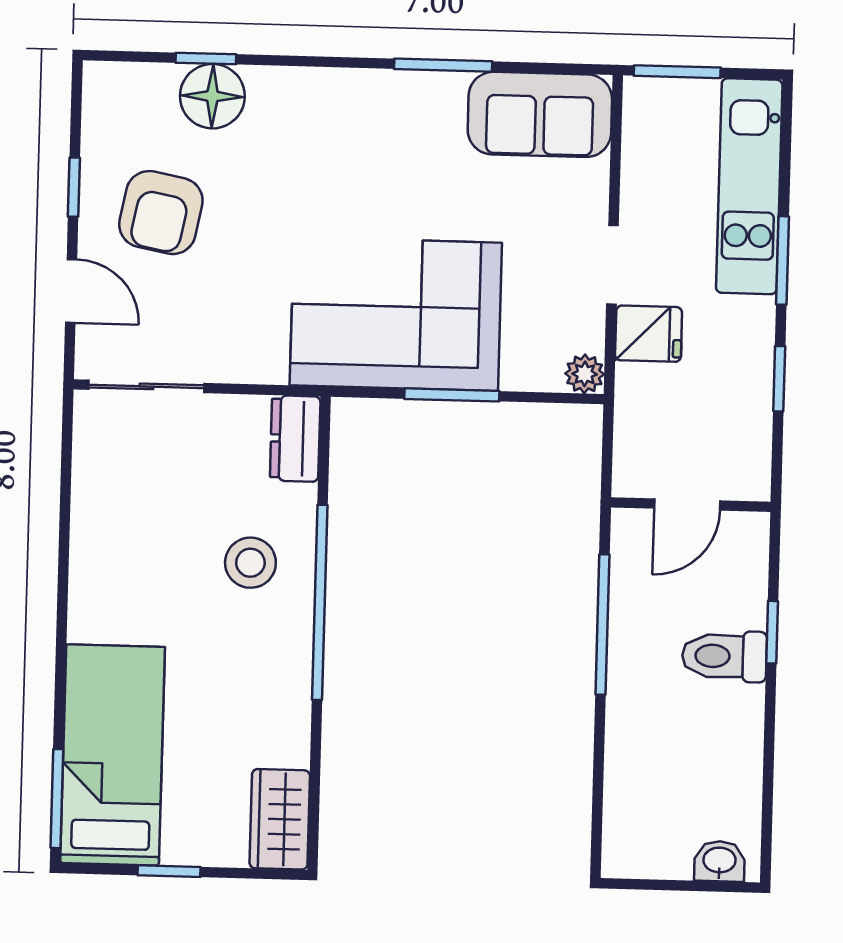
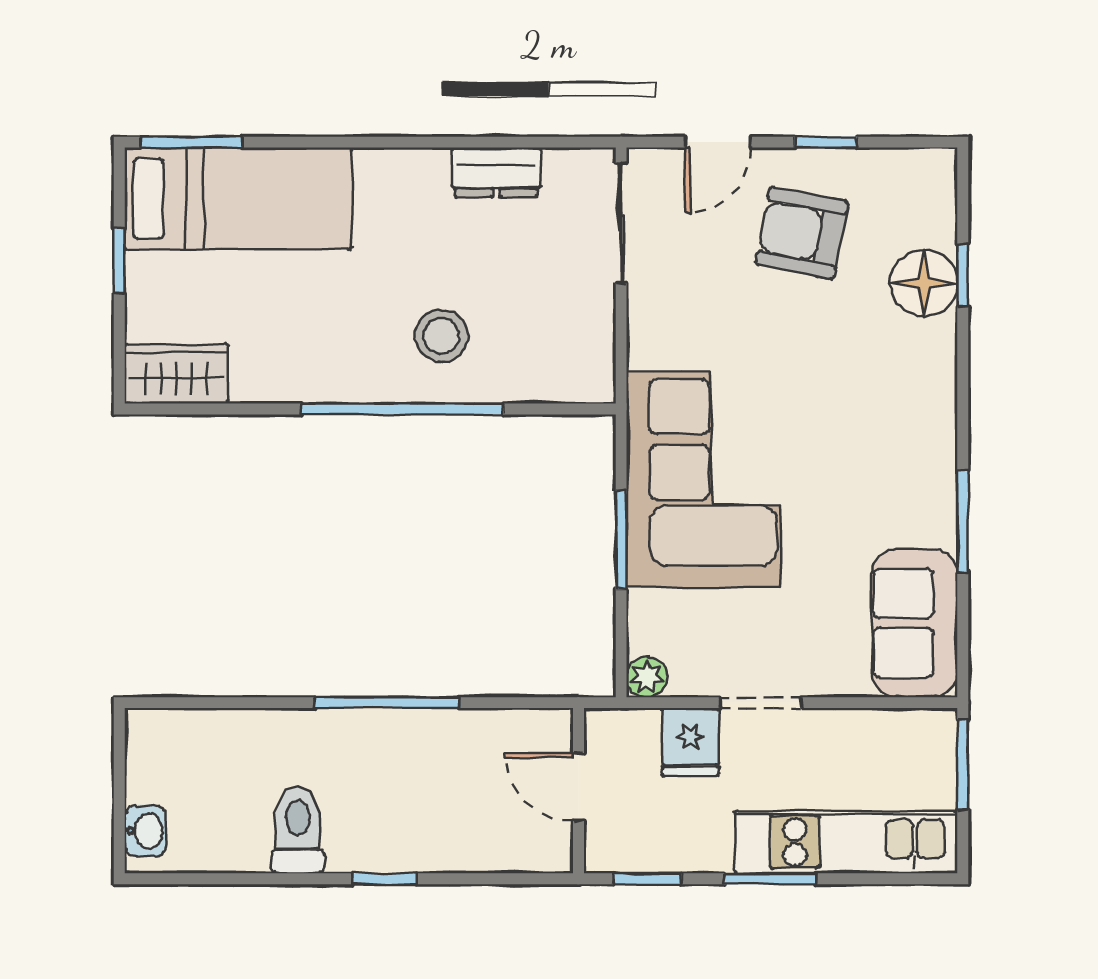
dresser: (295, 439) -> (496, 172), moved, turned 180
door: (687, 505) -> (578, 787), moved
wall: (691, 505) -> (578, 791), moved
toilet: (724, 656) -> (298, 830), moved

